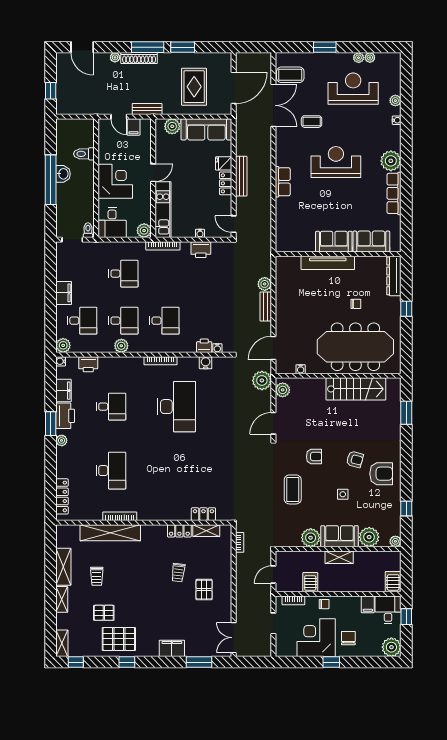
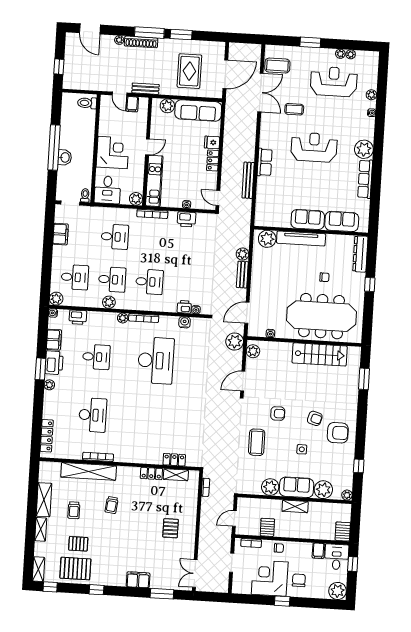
toilet: (84, 154) -> (87, 103), moved
washbasin: (63, 174) -> (65, 157), moved
bench: (241, 176) -> (248, 180), moved
plant: (291, 266) -> (267, 239), added
filing cabinet: (64, 293) -> (61, 234), moved
plant: (137, 362) -> (123, 318), added
trolley: (178, 573) -> (112, 505), moved
pallet: (119, 639) -> (75, 569), moved

